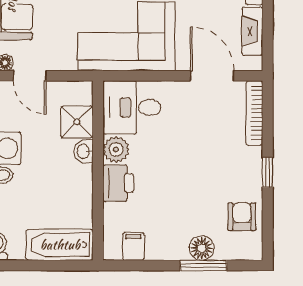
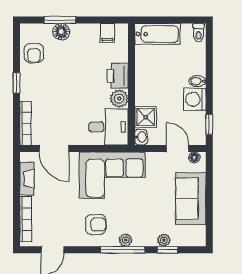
washbasin: (84, 151) -> (141, 137), moved

